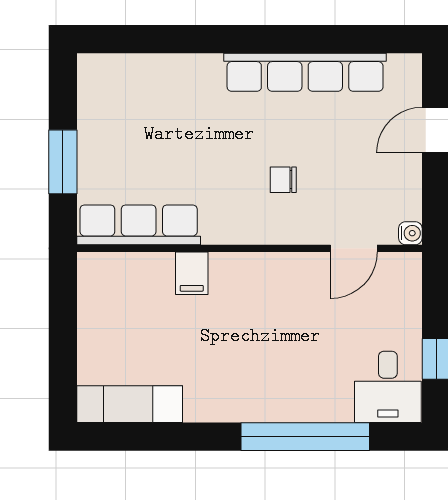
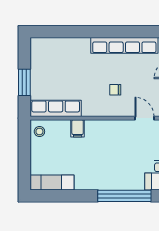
door: (354, 248) -> (144, 118), swing flipped
stool: (99, 281) -> (39, 131), added

